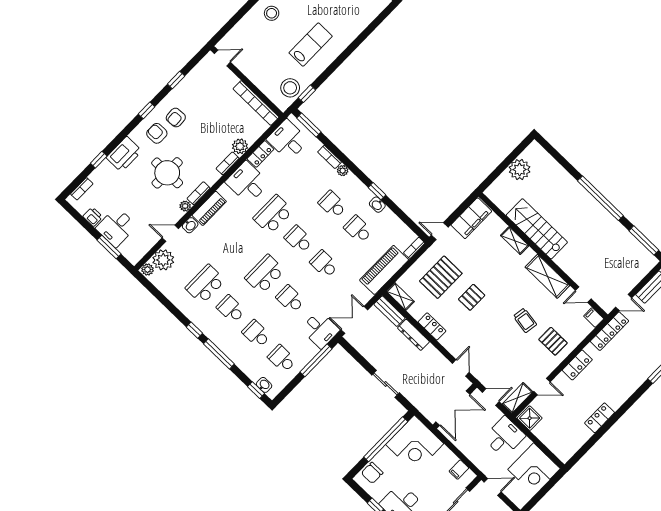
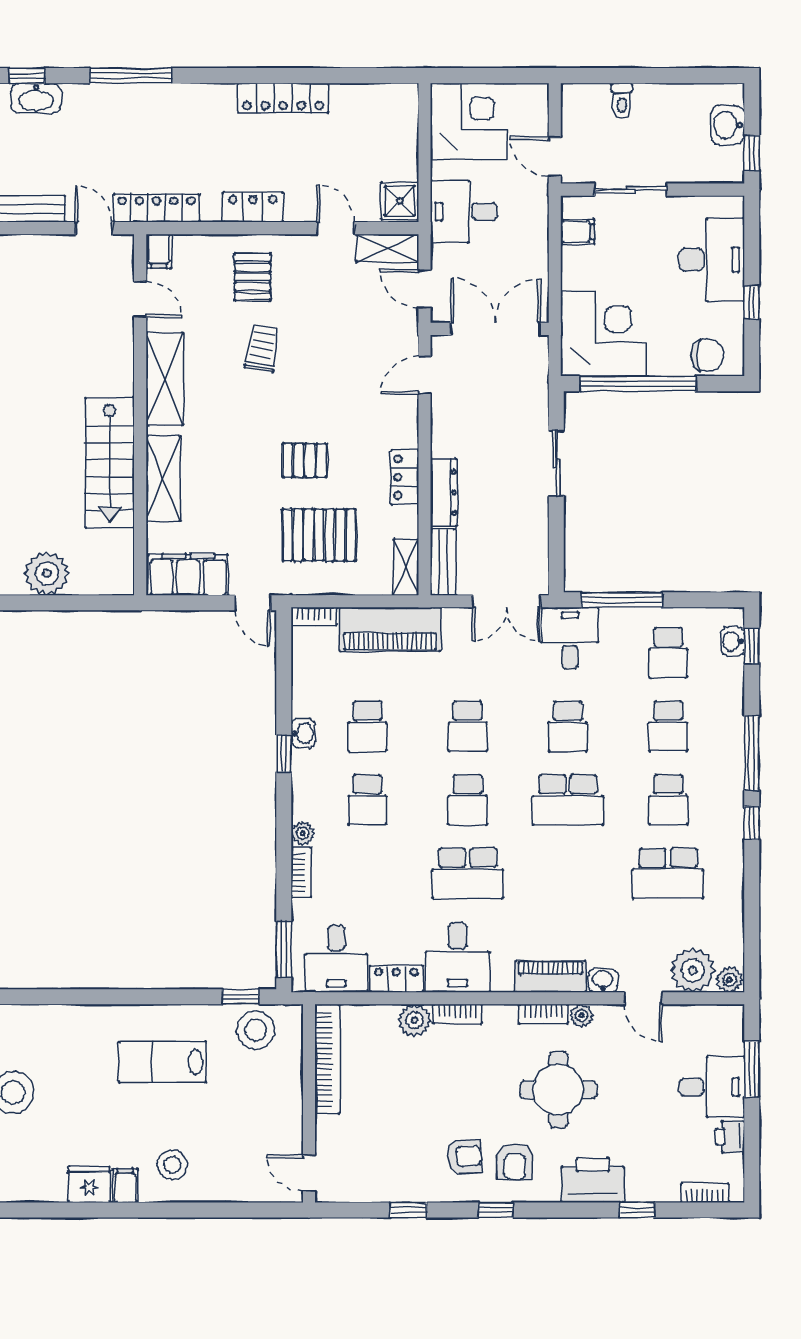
shelving: (515, 241) -> (163, 478), width x1.50, depth x1.33
locker: (600, 418) -> (283, 98), width x1.53

